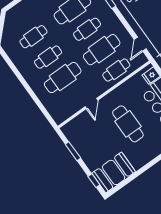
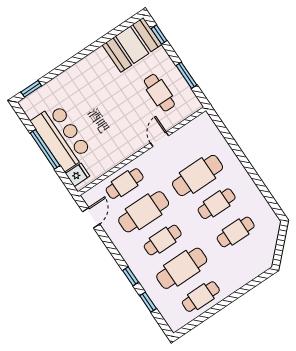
cafe table: (128, 124) -> (159, 93), moved, width x0.73, depth x0.74

